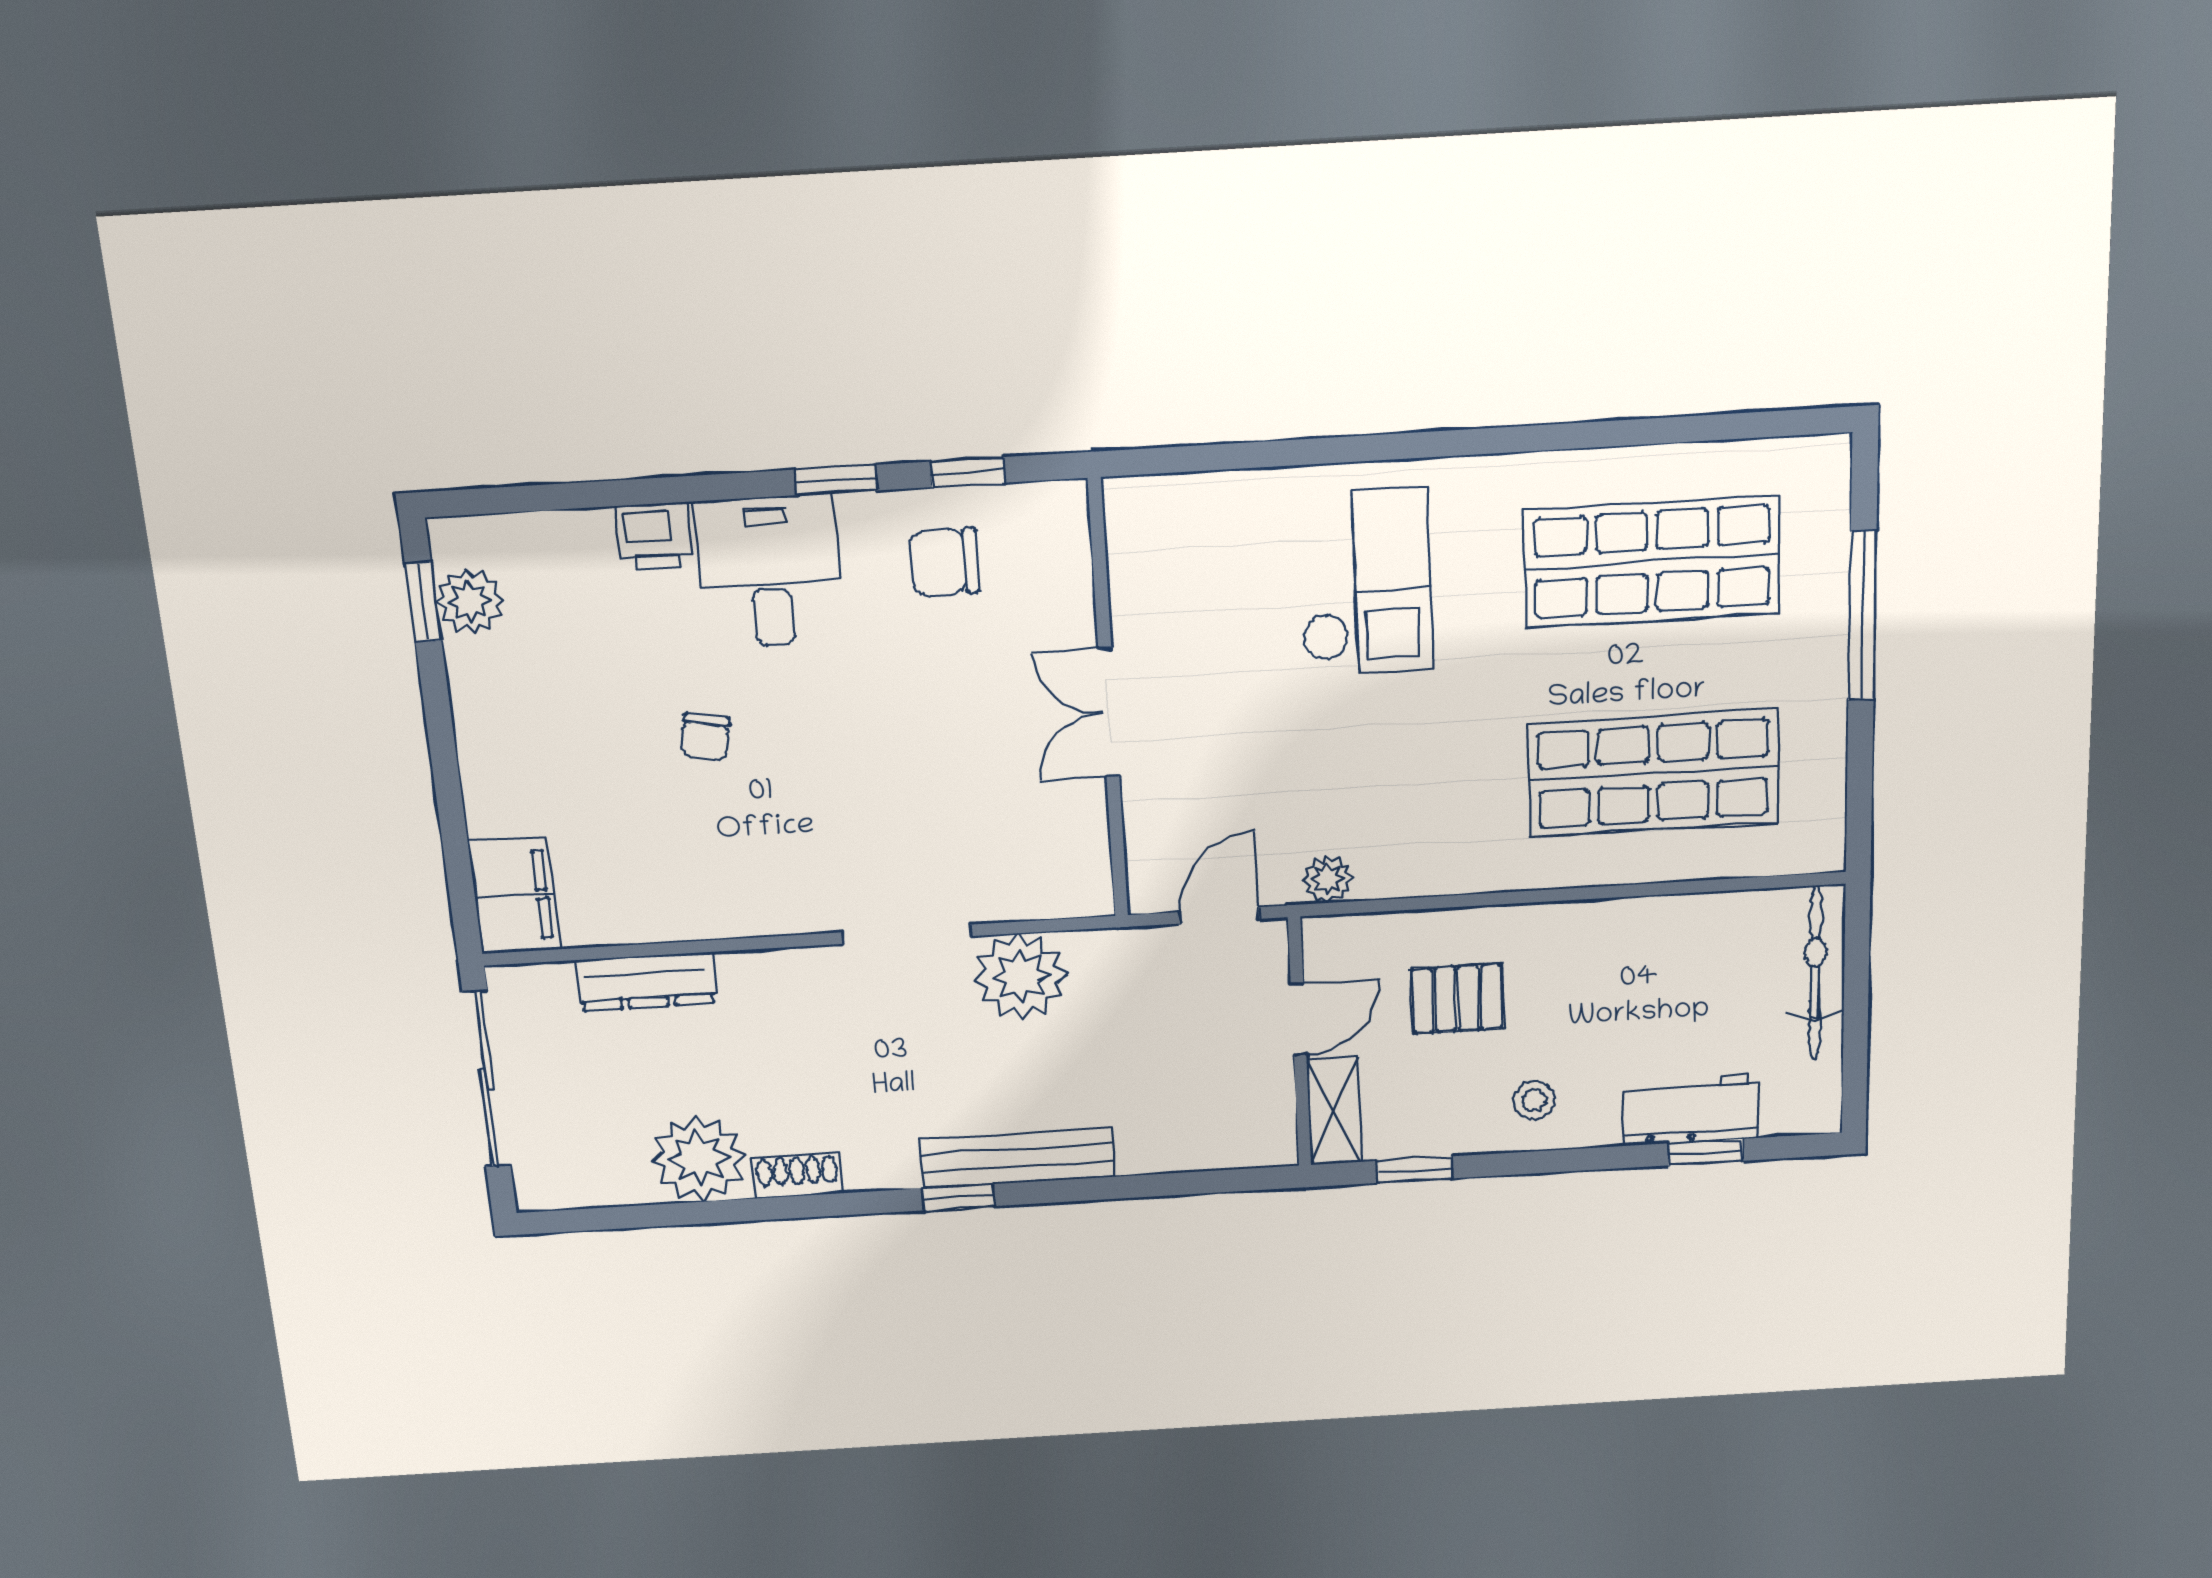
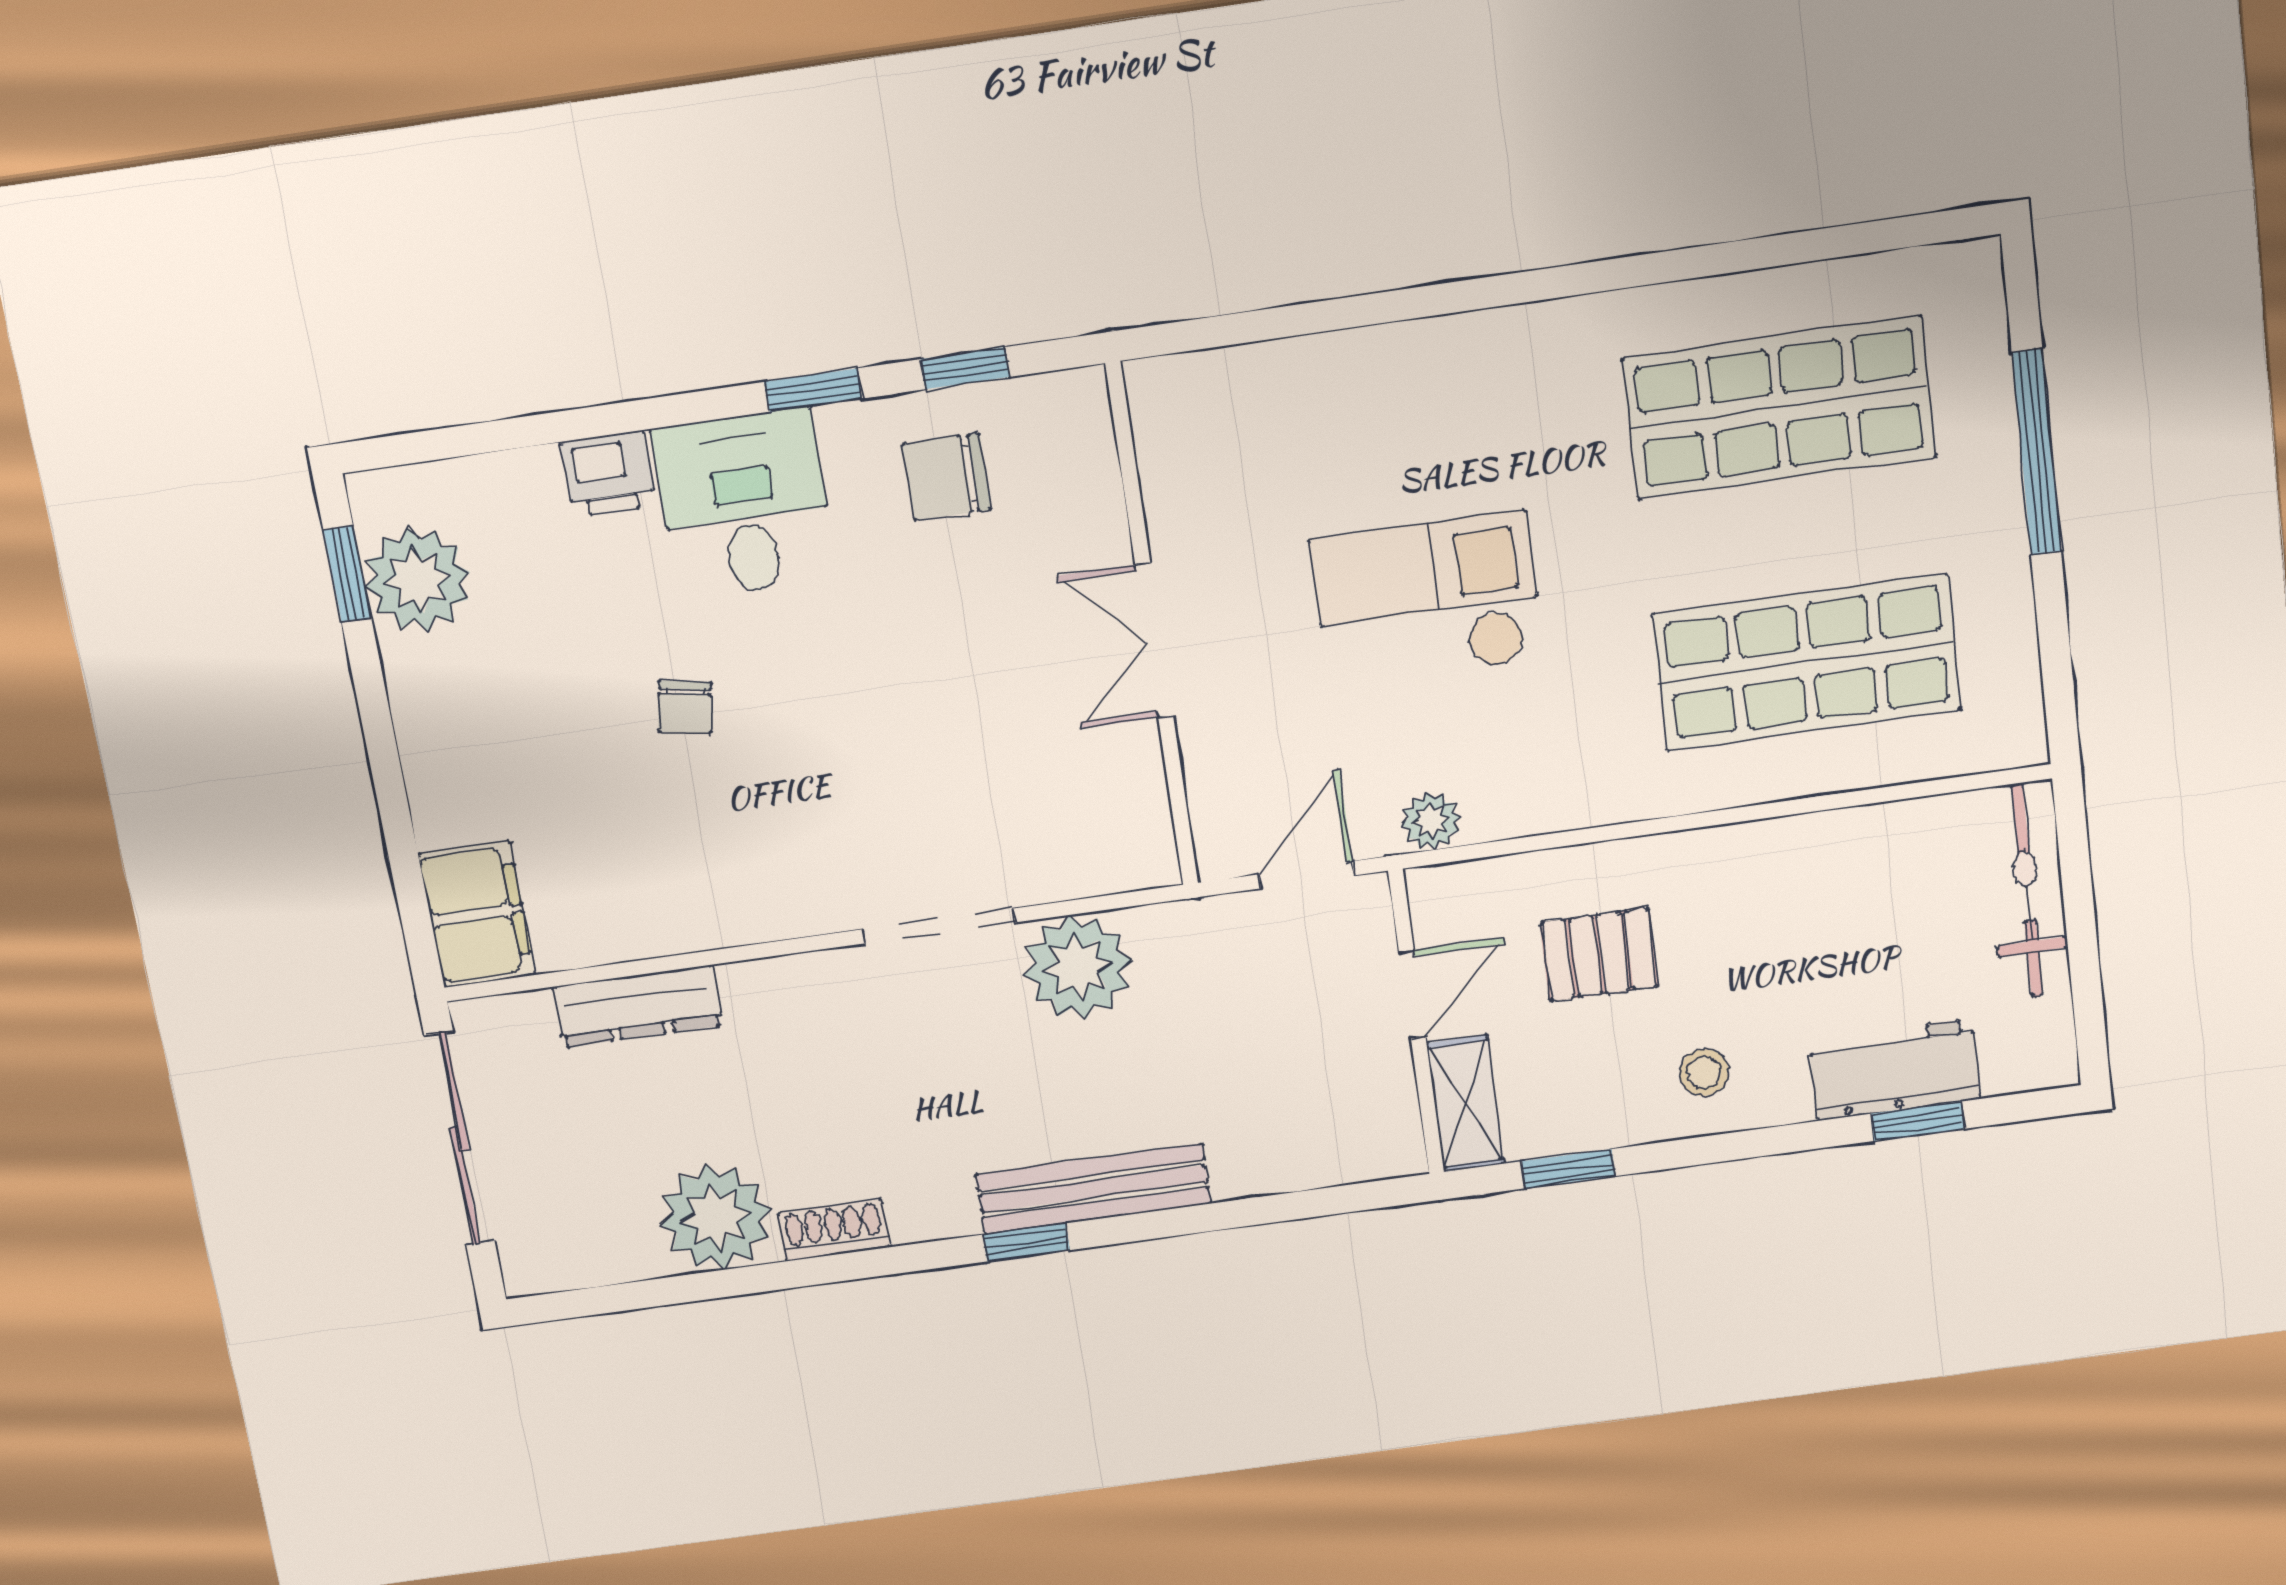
checkout: (1365, 582) -> (1427, 600), moved, turned -90
plant: (470, 601) -> (418, 580), width x1.36, depth x1.36

